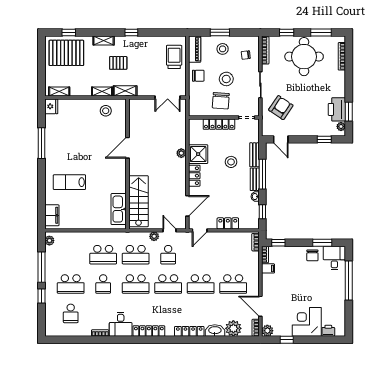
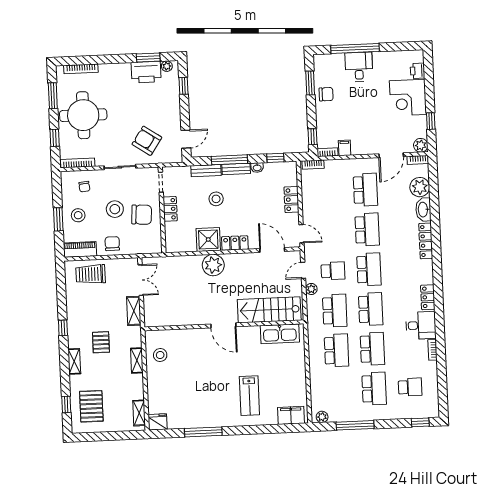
pallet: (66, 53) -> (91, 406), width x0.73, depth x0.71
shelving: (125, 91) -> (134, 311), moved
locker: (219, 124) -> (170, 209), width x0.66
door: (128, 148) -> (223, 325), moved
plant: (181, 153) -> (213, 265), width x1.88, depth x1.88
desk: (334, 258) -> (359, 67), moved, turned 90
school desk: (103, 284) -> (372, 349), width x1.85
window: (41, 296) -> (420, 422), moved
locker: (149, 331) -> (428, 297), width x0.66

